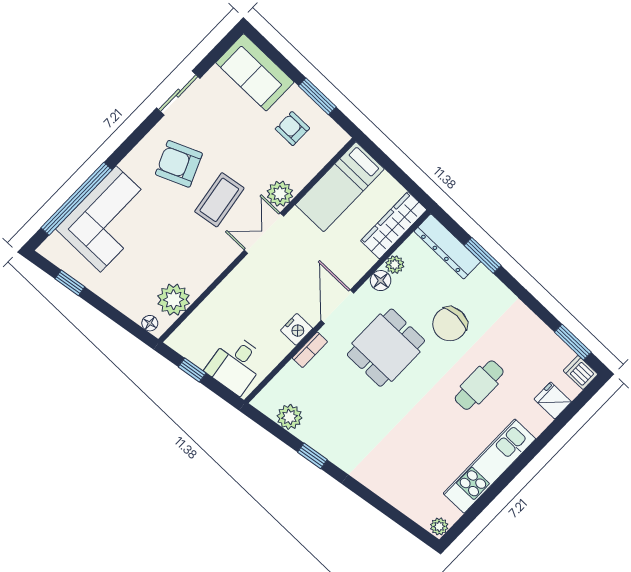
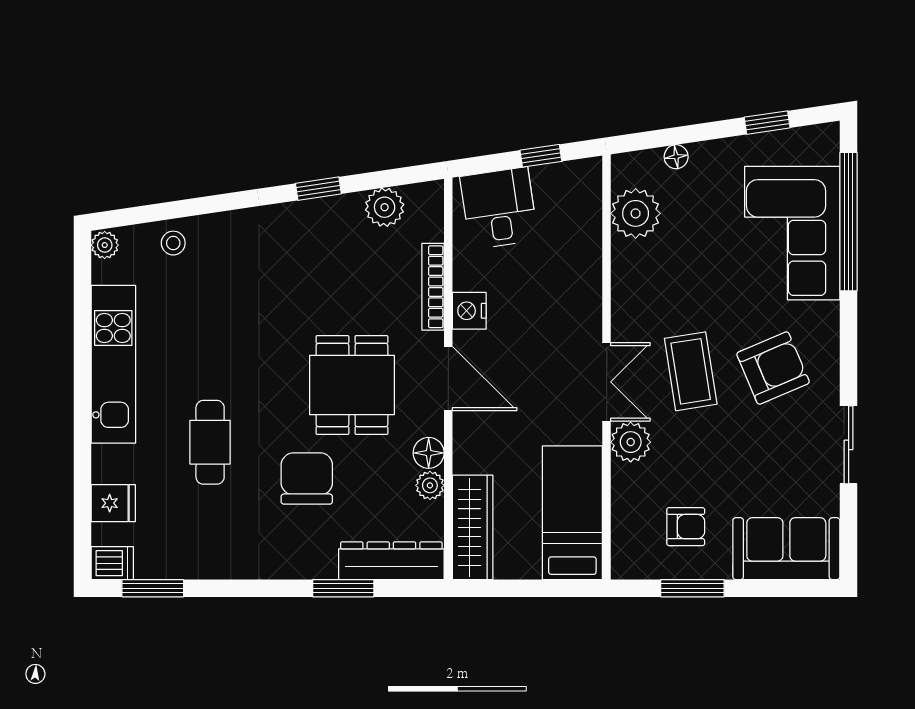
floor lamp: (150, 323) -> (676, 157), moved
bookcase: (310, 350) -> (433, 287), width x1.56
stool: (406, 496) -> (173, 243), added

